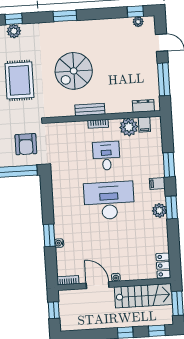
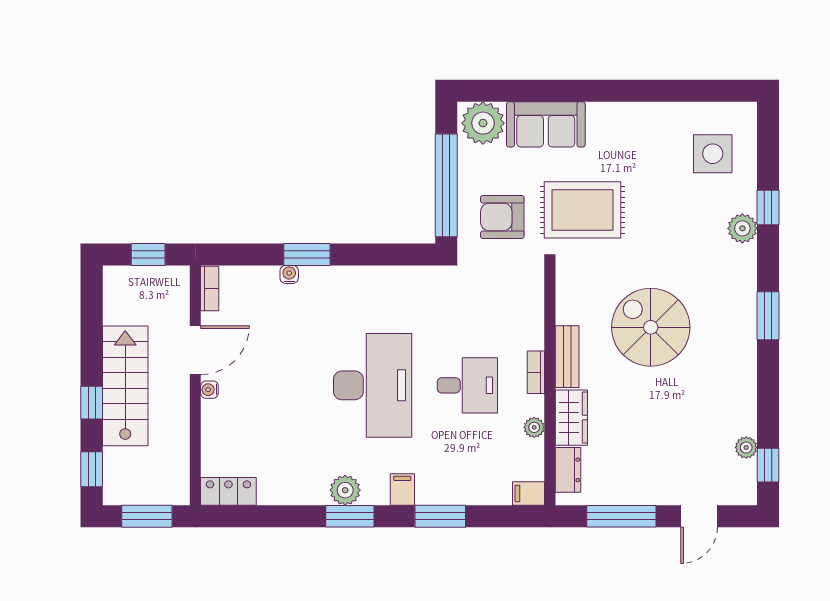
plant: (138, 22) -> (746, 447), moved
plant: (14, 31) -> (742, 228), moved
rug: (19, 80) -> (583, 210), moved
wardrobe: (119, 106) -> (571, 418), added
filing cabinet: (144, 124) -> (529, 493), moved
plant: (129, 127) -> (534, 427), width x0.53, depth x0.53
stairs: (143, 296) -> (125, 386), moved, turned 180

